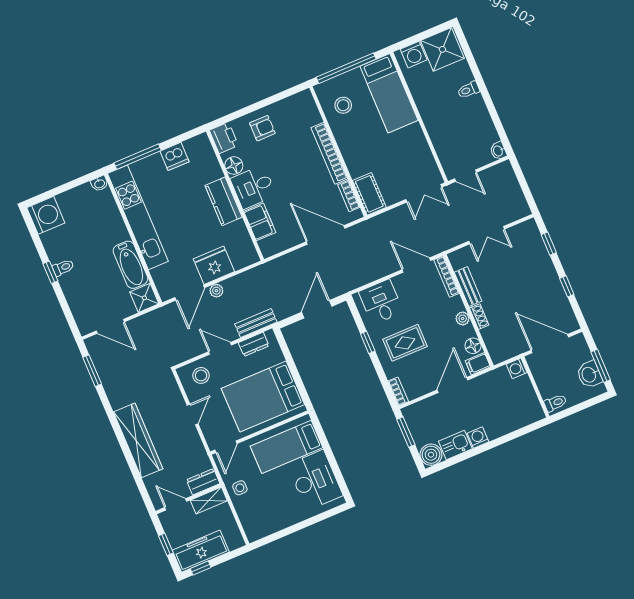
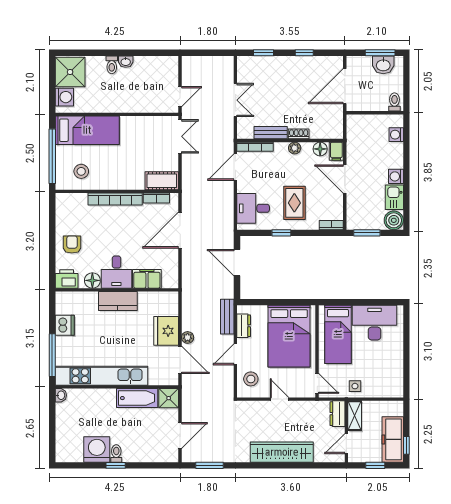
washbasin: (498, 151) -> (126, 62), moved
washing machine: (46, 215) -> (97, 449), moved
washing machine: (517, 368) -> (396, 135), moved, turned 90

